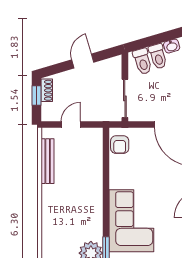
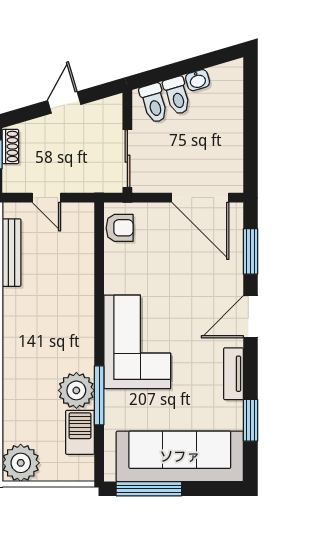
door: (71, 124) -> (46, 198), swing flipped
armchair: (120, 145) -> (120, 228), turned -90

